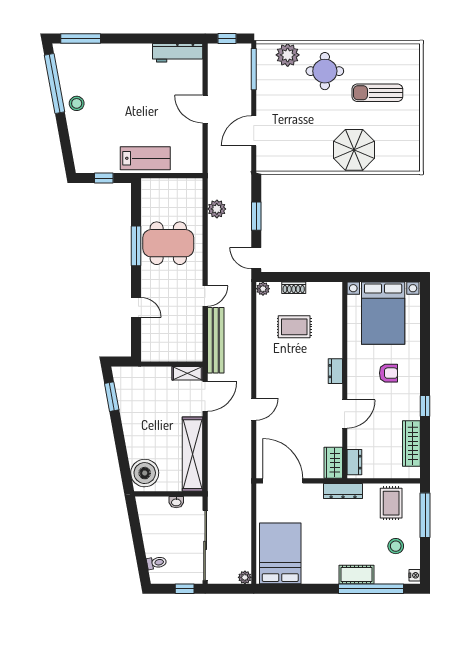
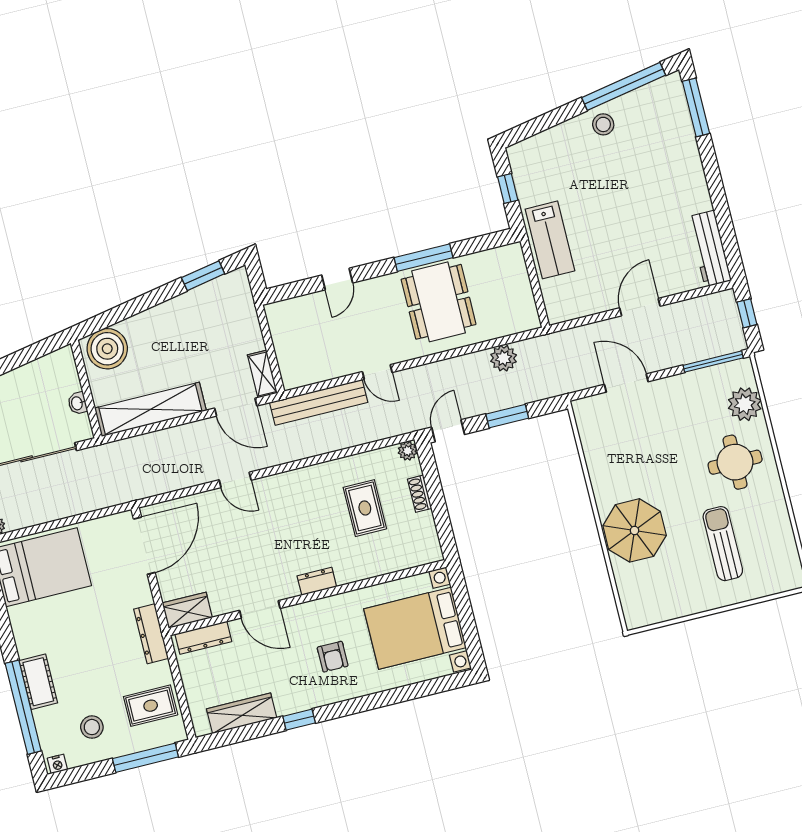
dresser: (354, 462) -> (203, 638), width x1.44

